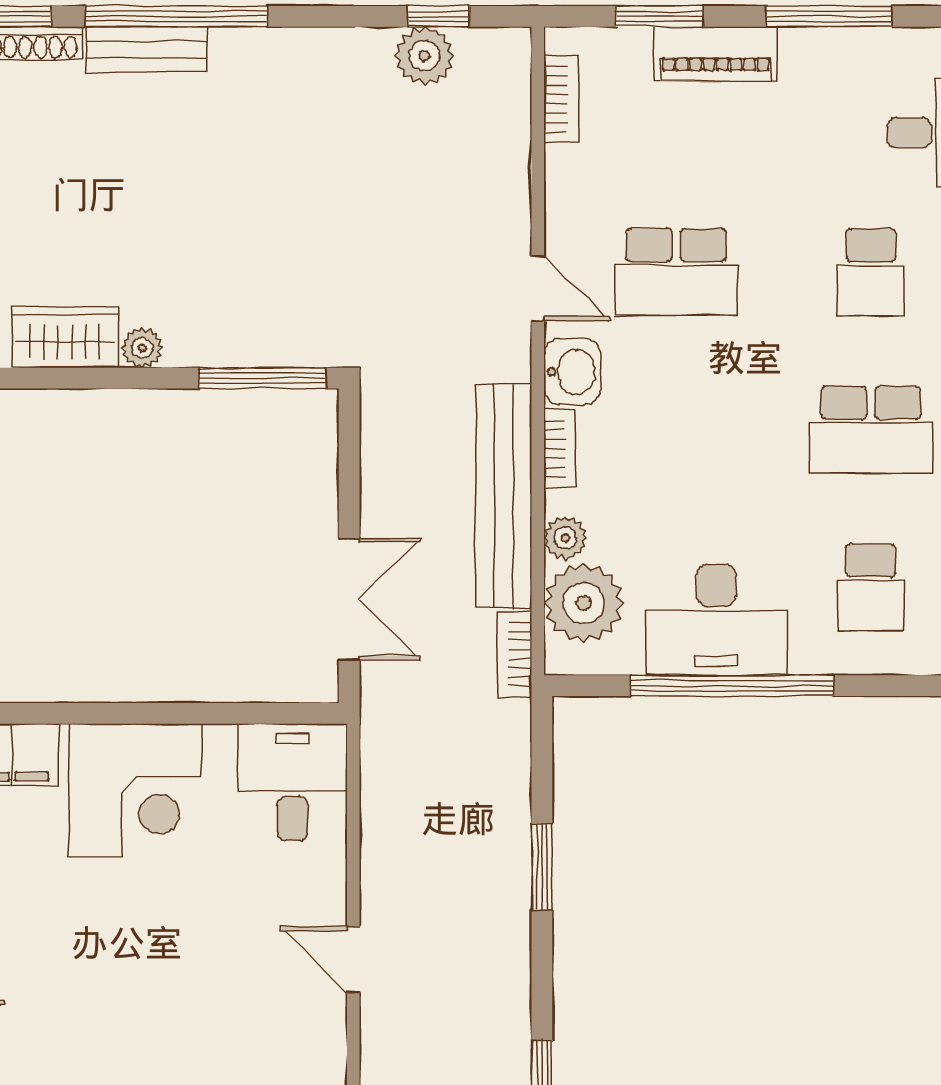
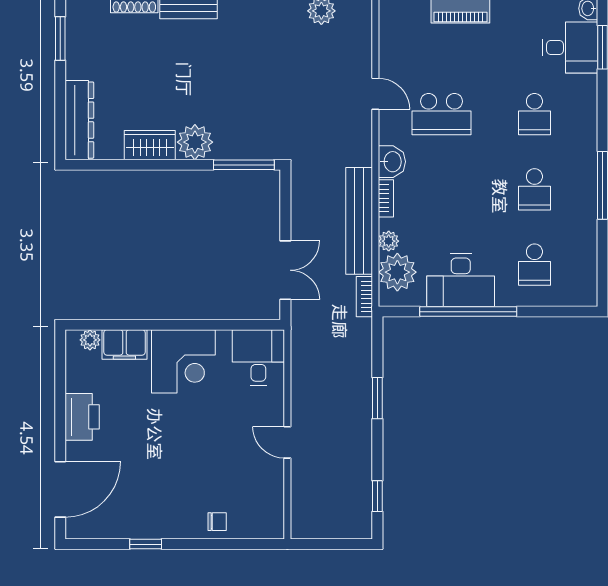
bookcase: (561, 99) -> (387, 32), removed
door: (538, 288) -> (375, 94), moved
plant: (142, 348) -> (195, 142), width x1.88, depth x1.88
school desk: (871, 430) -> (534, 189), width x0.54

